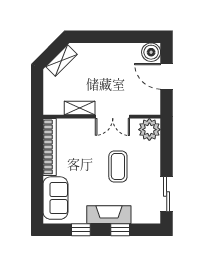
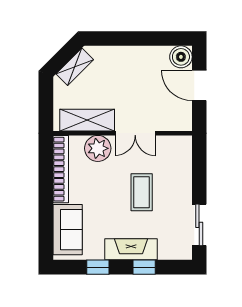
shelving: (80, 108) -> (87, 120), width x1.50, depth x1.33
plant: (149, 130) -> (98, 148), moved

